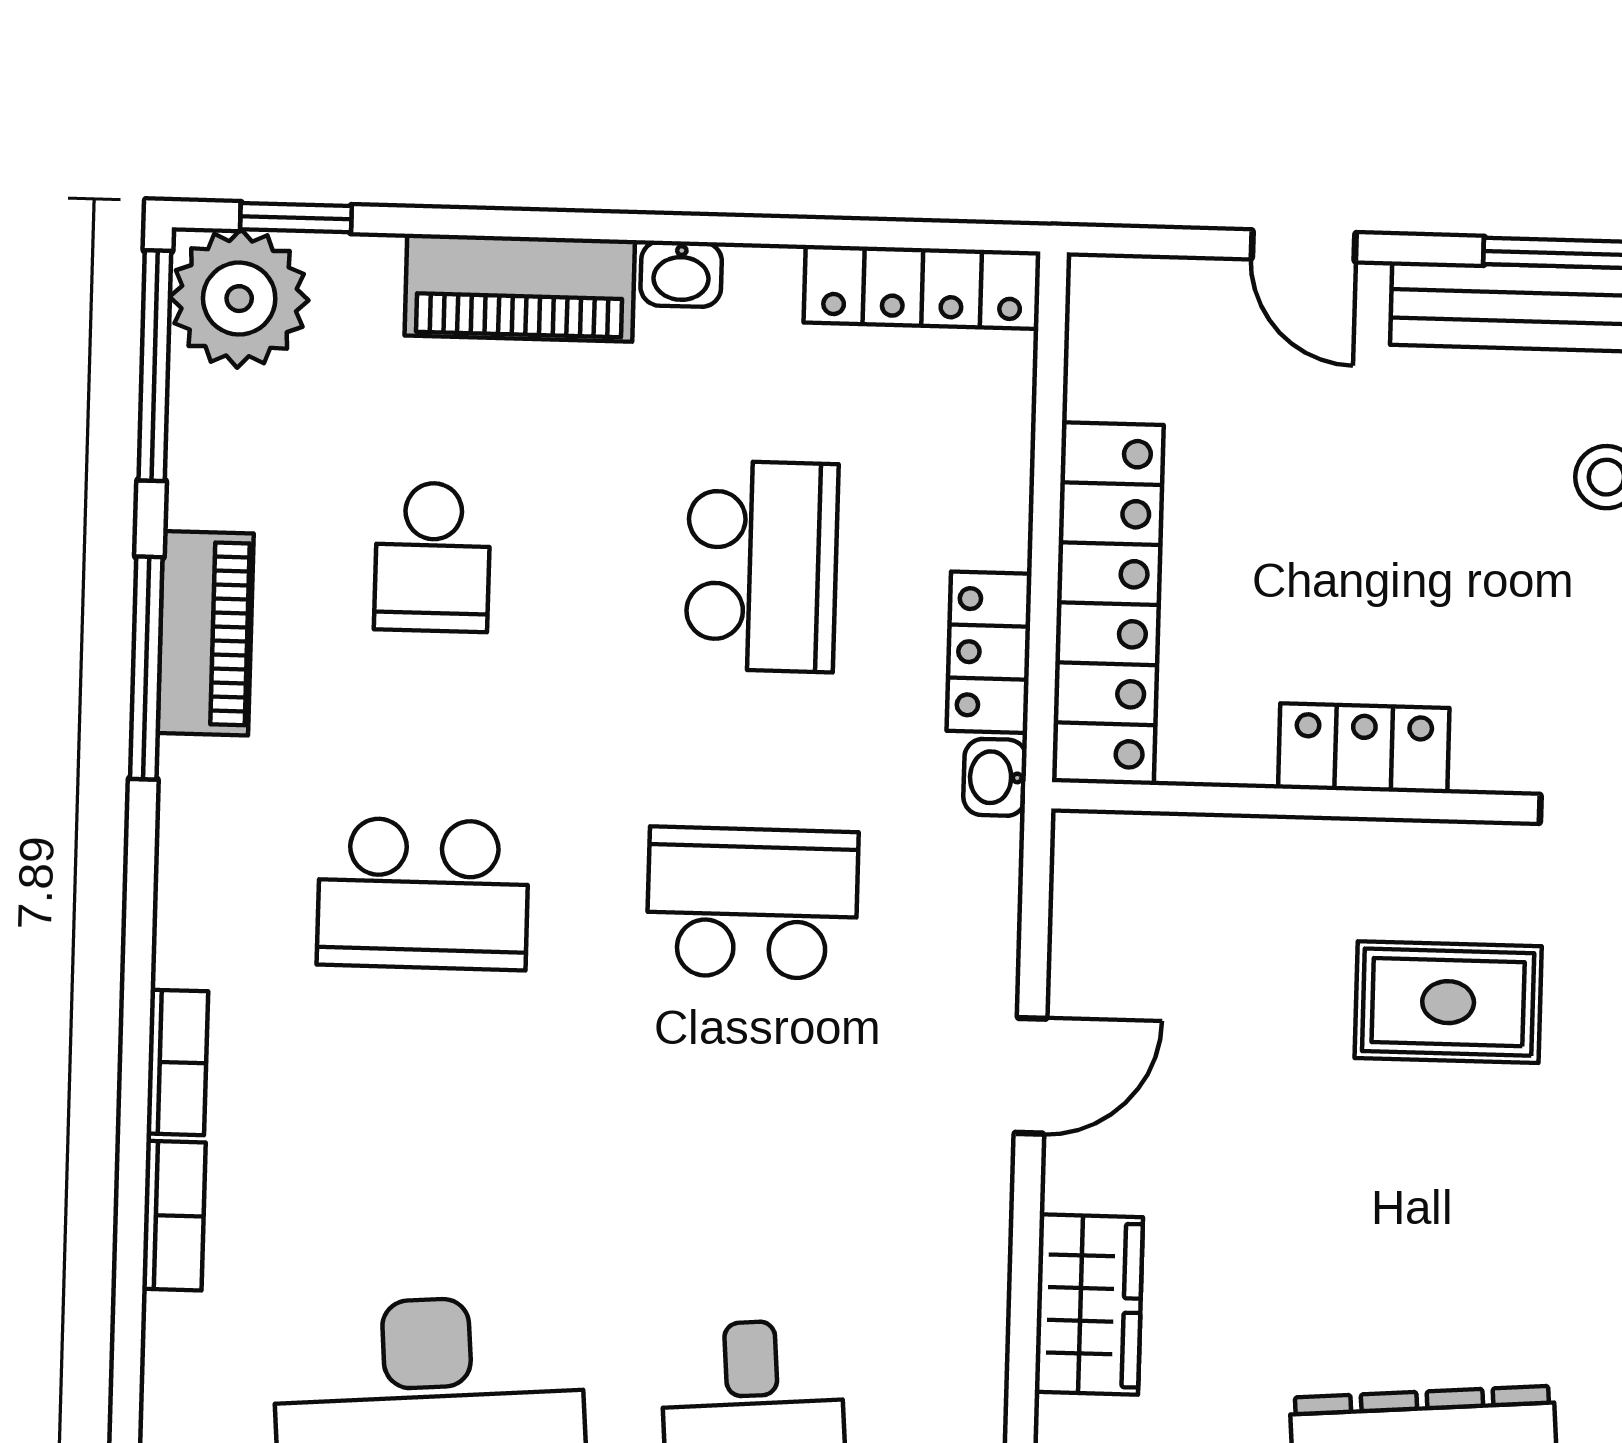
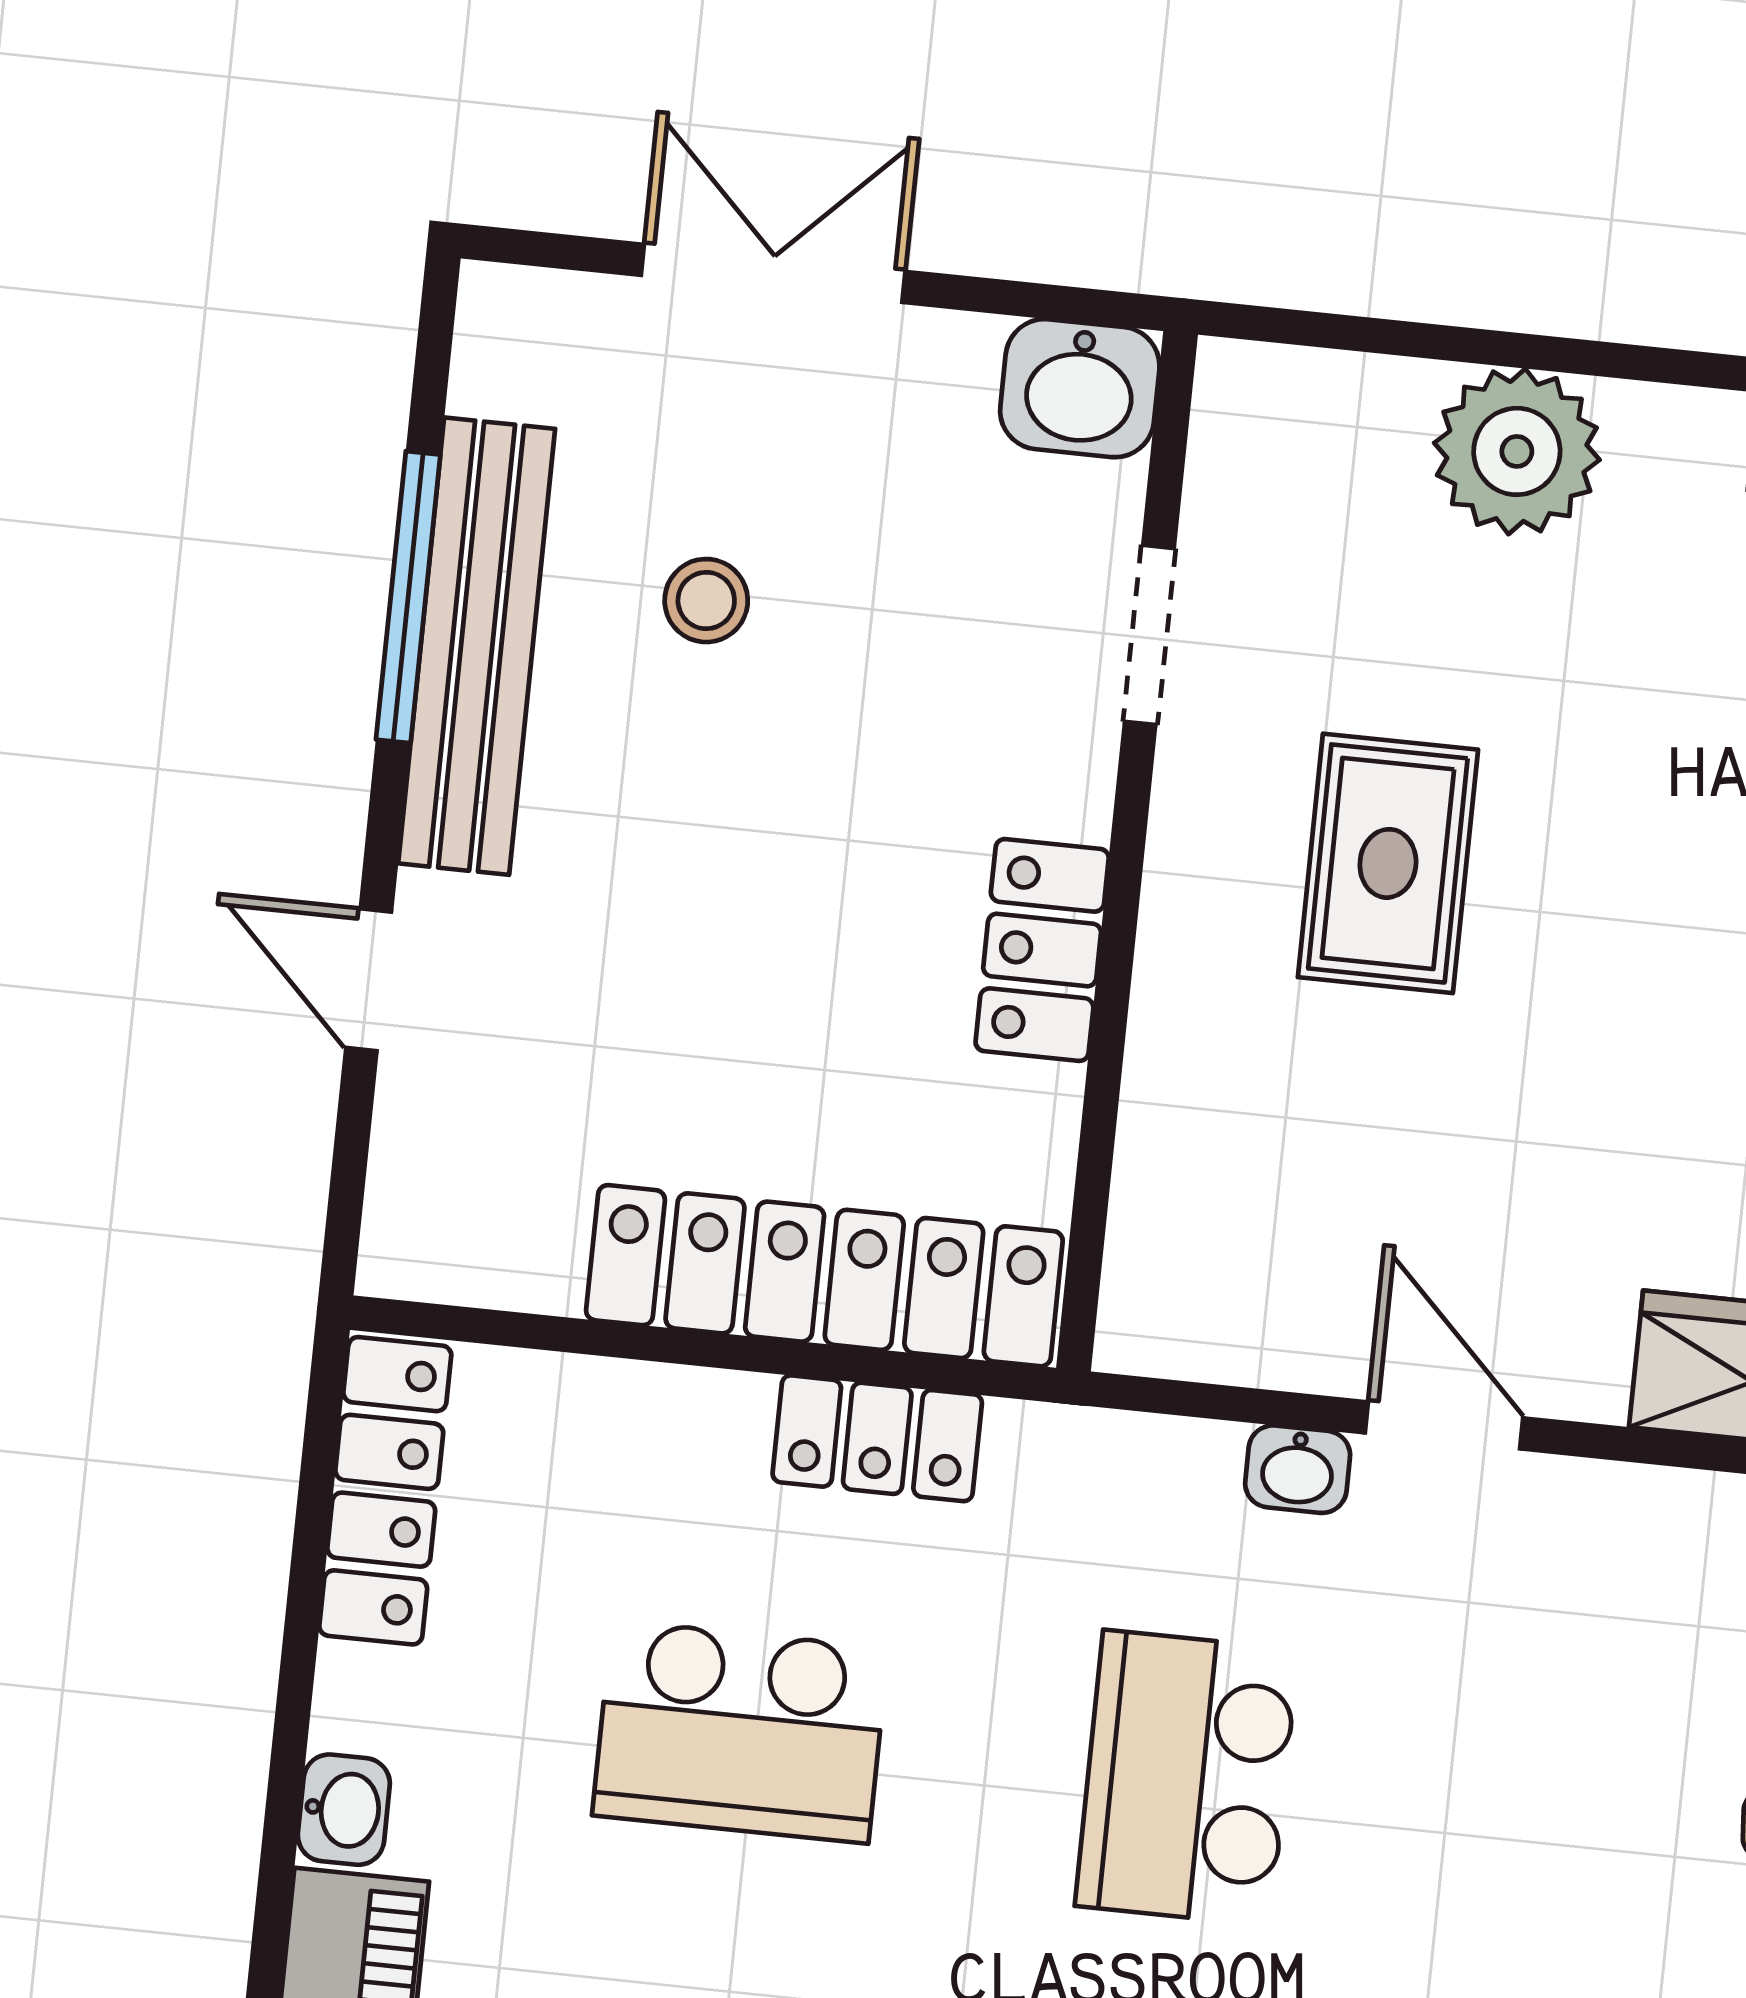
door: (1304, 246) -> (369, 980), swing flipped
school desk: (762, 566) -> (740, 1732), turned 180
washbasin: (995, 777) -> (1298, 1469), moved

